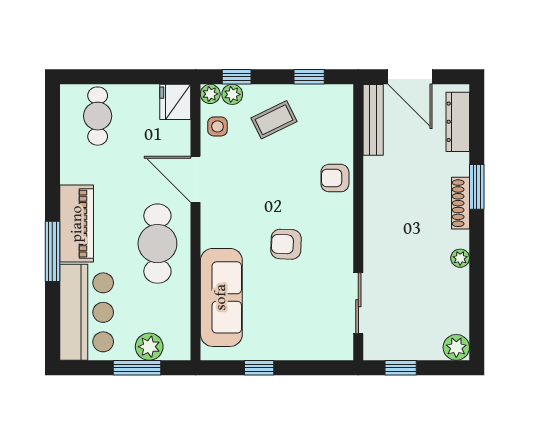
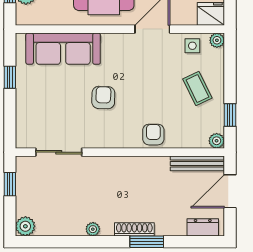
window: (237, 77) -> (230, 60), removed
plant: (232, 94) -> (217, 141), moved
dresser: (458, 122) -> (203, 227), width x0.70

